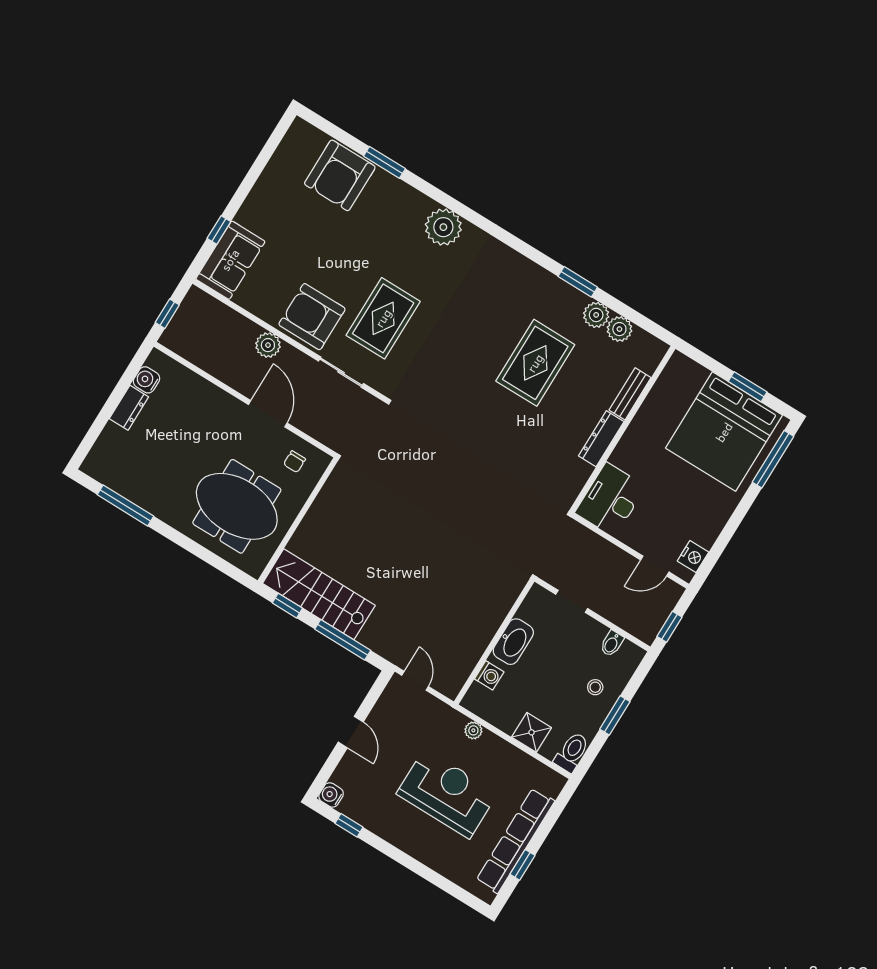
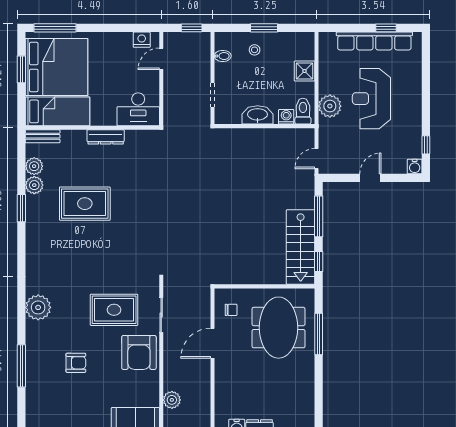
window: (384, 162) -> (21, 366), width x1.44
armchair: (340, 175) -> (76, 363), moved, width x0.53, depth x0.53
plant: (268, 345) -> (172, 400), moved
bench: (630, 394) -> (43, 136), moved
bed: (669, 399) -> (57, 111), added
window: (125, 505) -> (319, 334), moved
door: (655, 566) -> (161, 59), swing flipped
plant: (473, 730) -> (330, 106), width x1.88, depth x1.88
toilet: (572, 752) -> (303, 111), moved, turned 90

